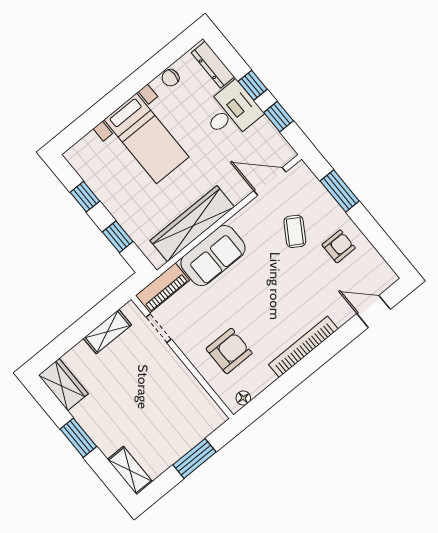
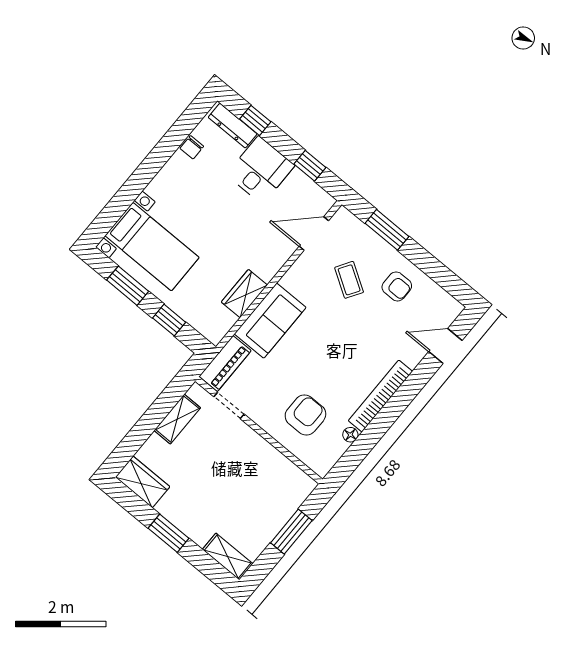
window: (253, 85) -> (255, 120), moved
bed with nightstands: (146, 138) -> (152, 247), moved
window: (85, 197) -> (128, 286), width x1.50
wardrobe: (192, 224) -> (244, 294), width x0.48, depth x0.85
armchair: (339, 246) -> (397, 286), turned 90
floor lamp: (243, 398) -> (350, 435), moved

